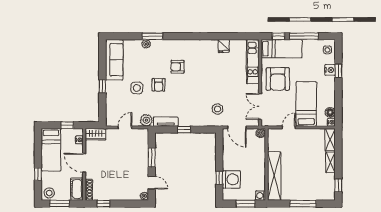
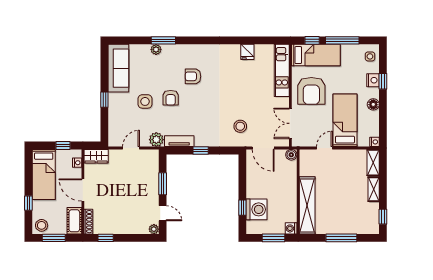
floor lamp: (330, 112) -> (373, 104), moved

